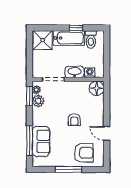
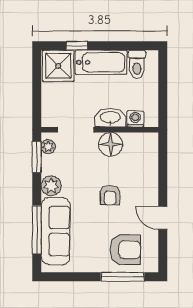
window: (76, 28) -> (77, 46), moved
floor lamp: (97, 88) -> (111, 144), moved
plant: (38, 101) -> (51, 186), moved
sofa: (41, 141) -> (56, 231), width x1.36
window: (68, 169) -> (123, 277), moved

